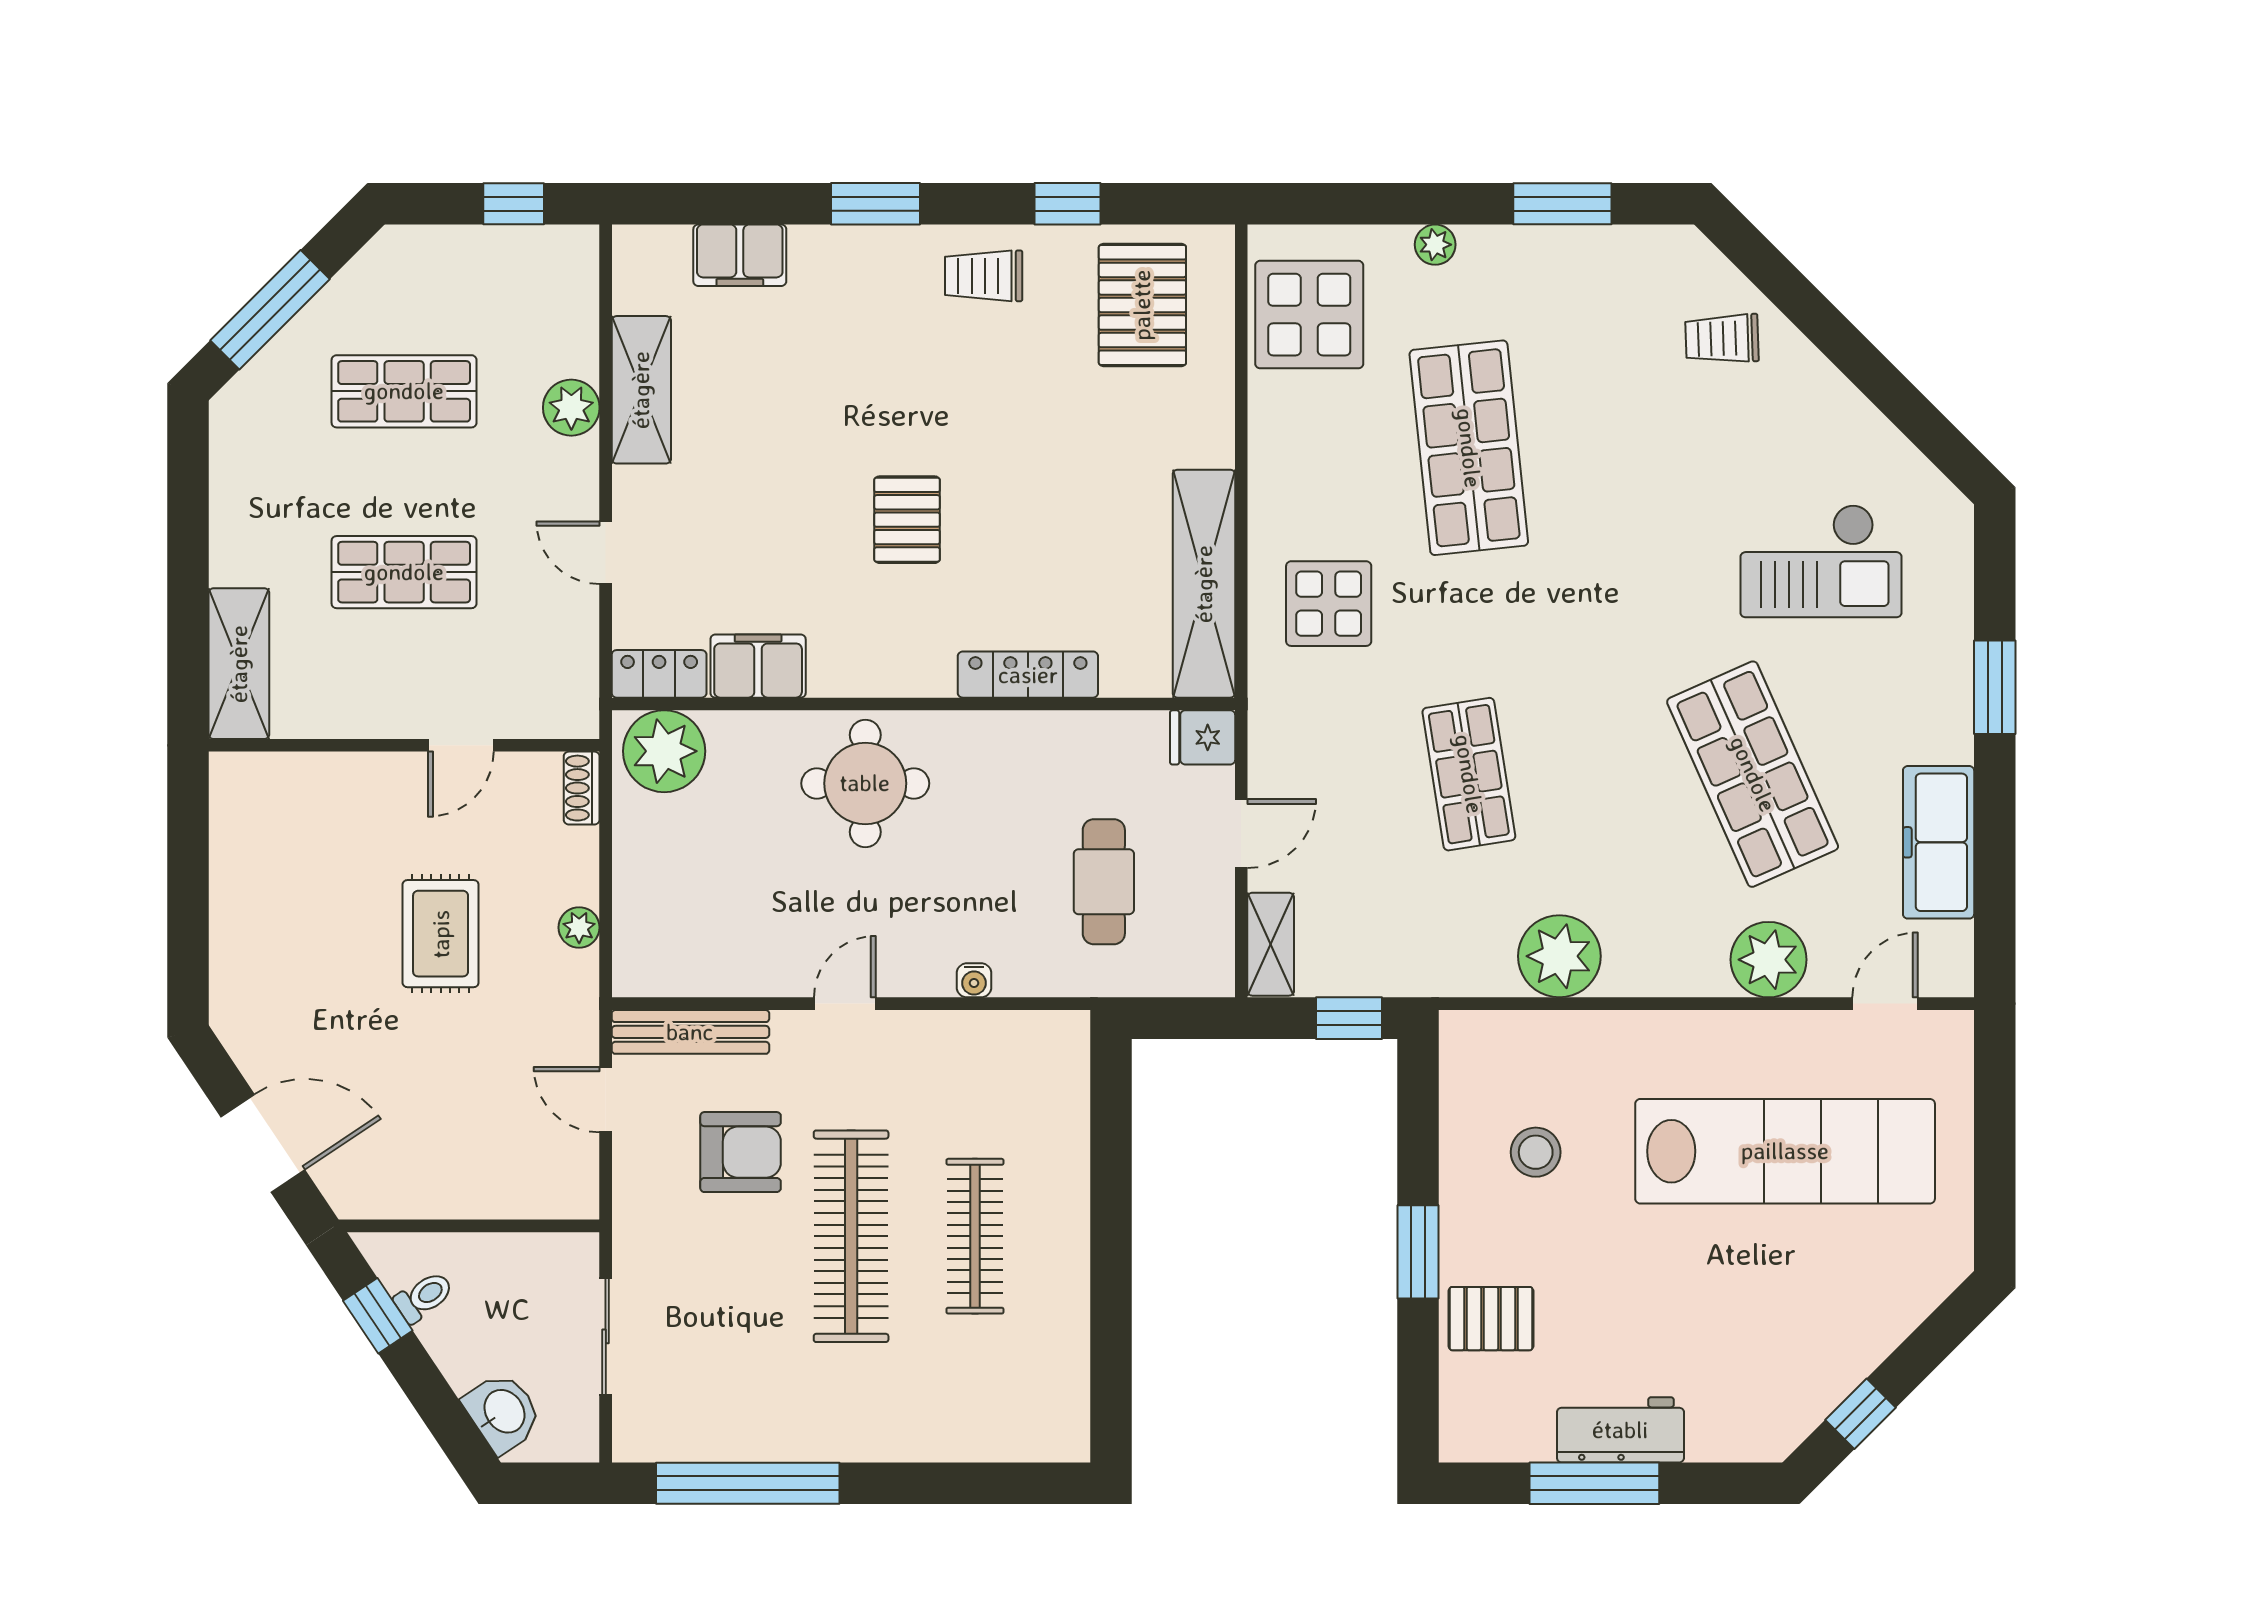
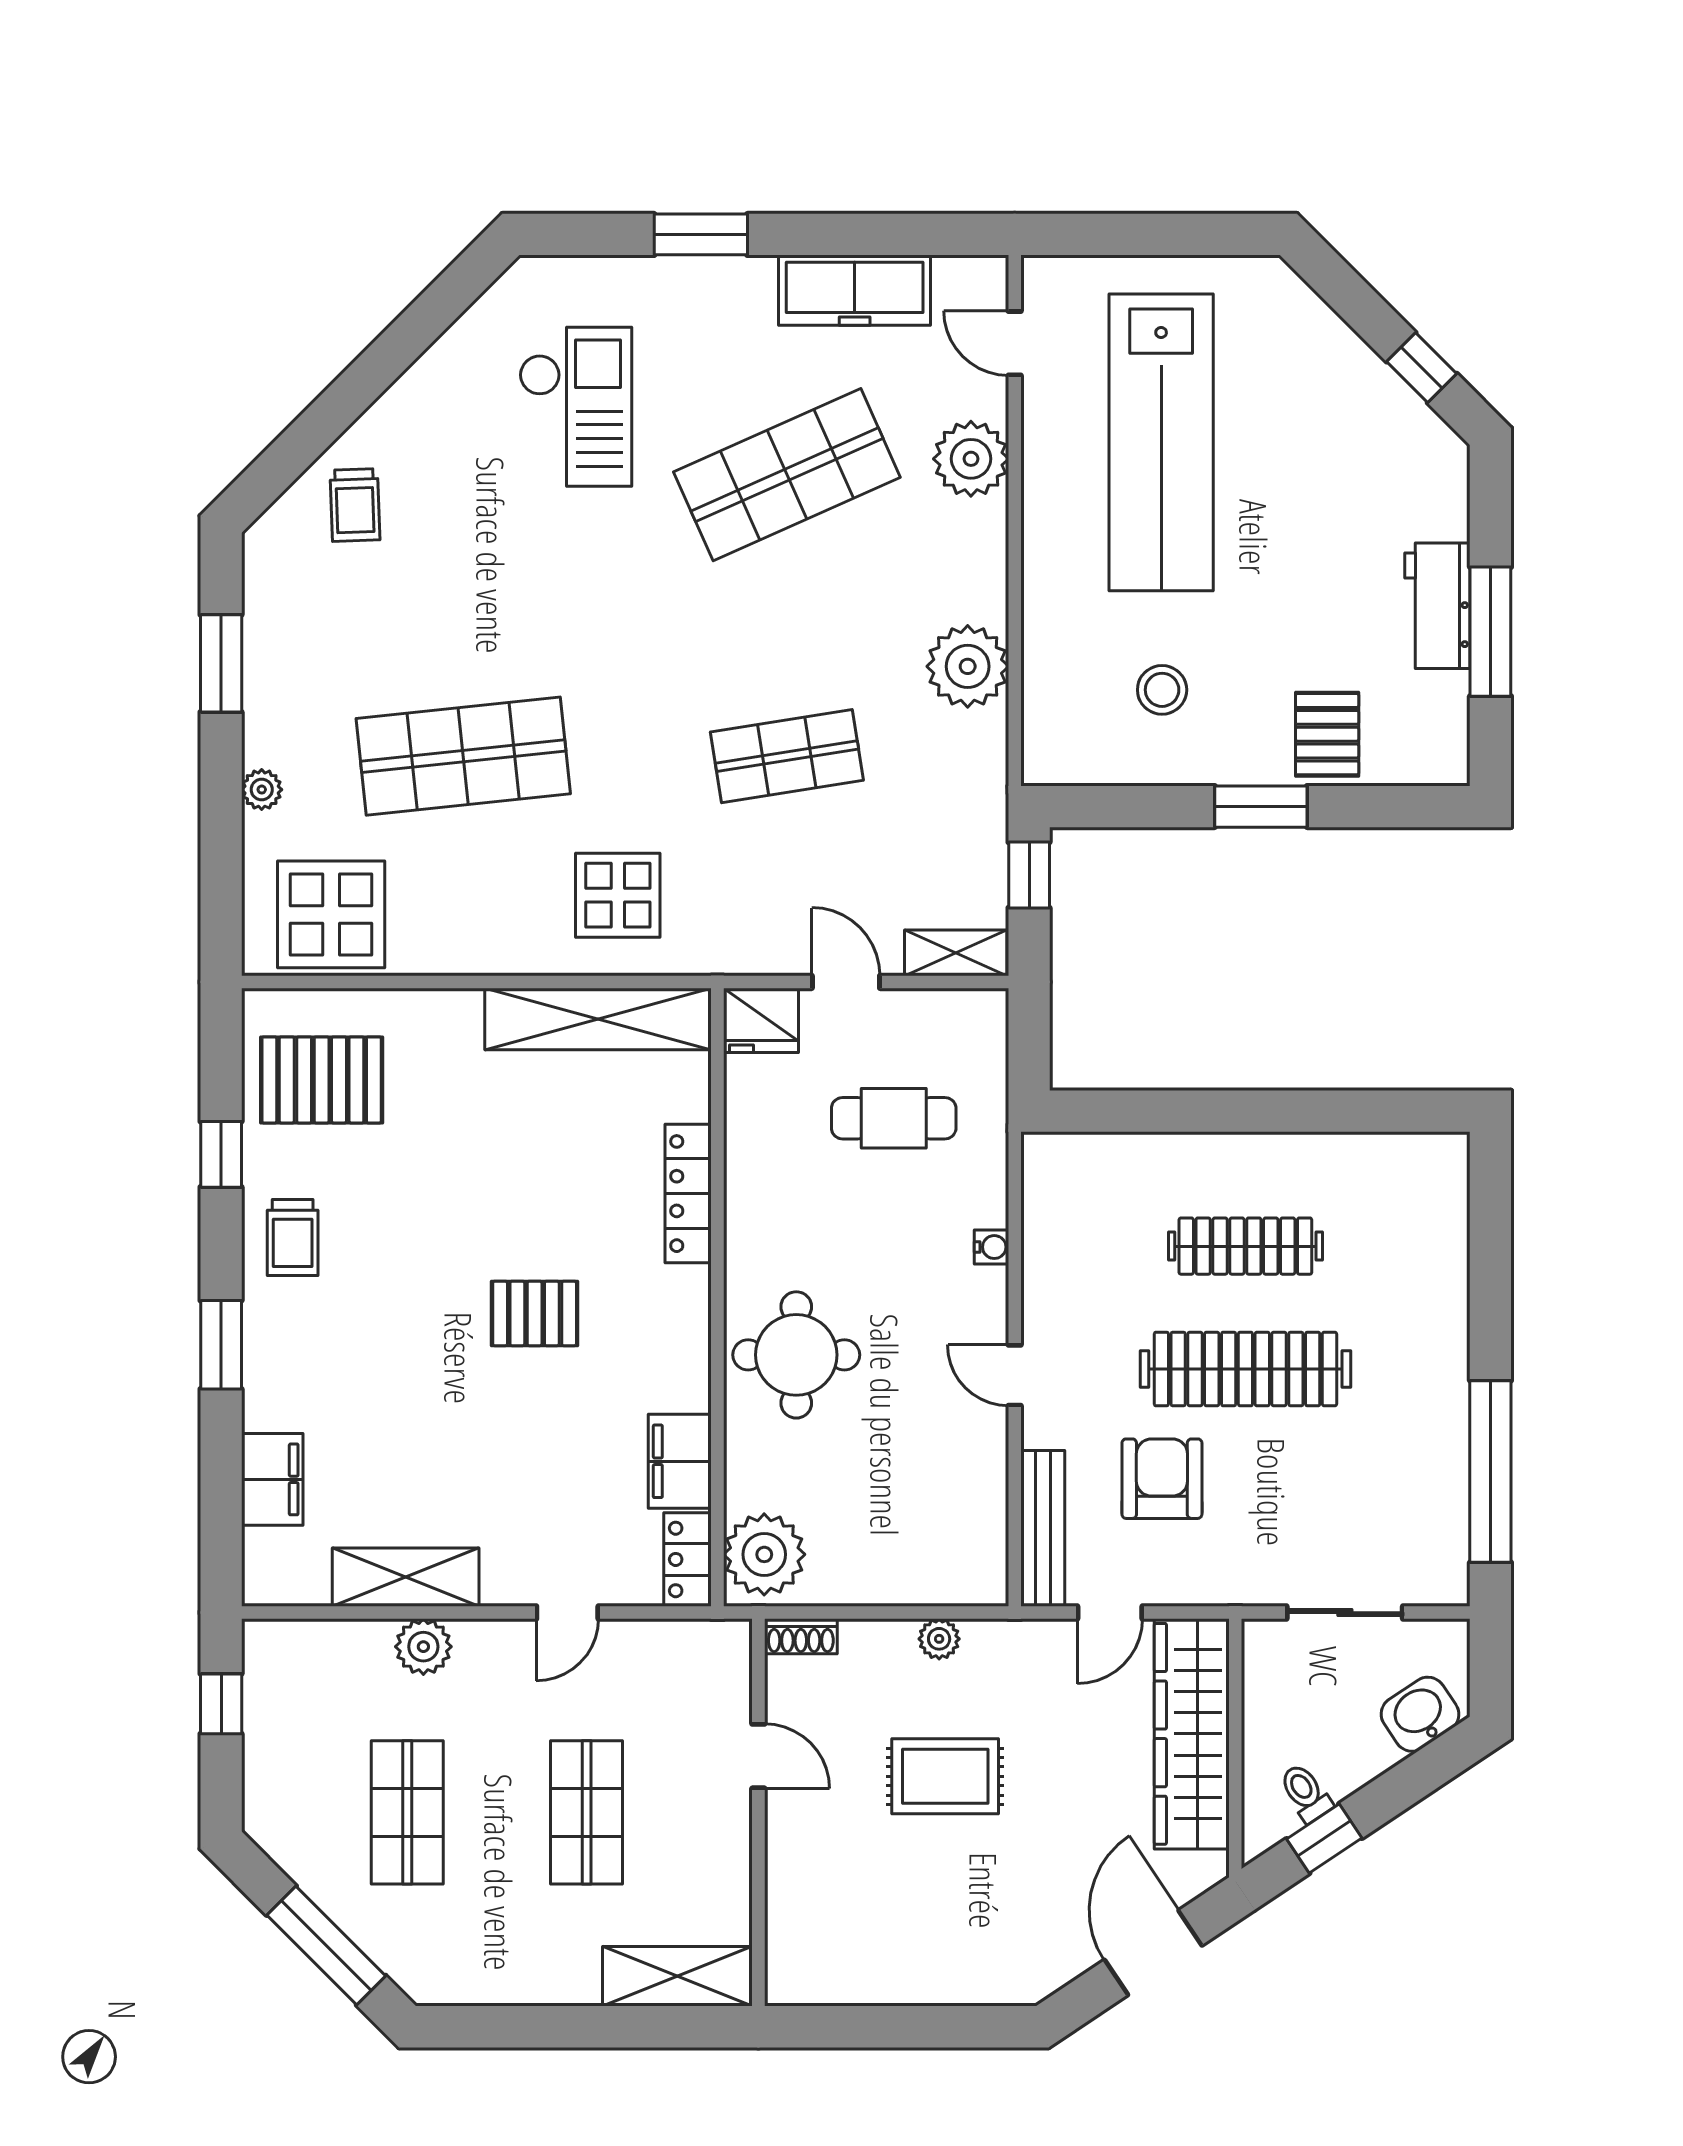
fridge: (1203, 737) -> (761, 1020), width x1.38
lab bench: (1785, 1151) -> (1161, 442), turned 180
wardrobe: (483, 1182) -> (1192, 1734), added

